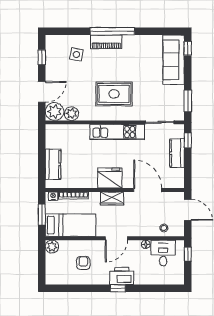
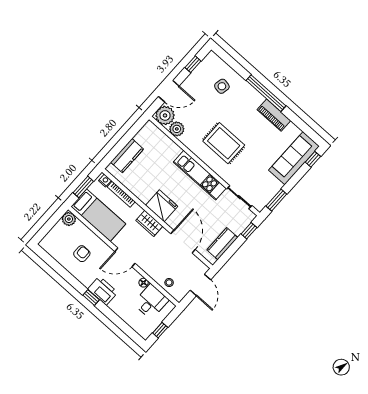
piano: (106, 42) -> (274, 115), moved
kitchen counter: (177, 153) -> (222, 244), moved
window: (188, 254) -> (160, 330), moved

